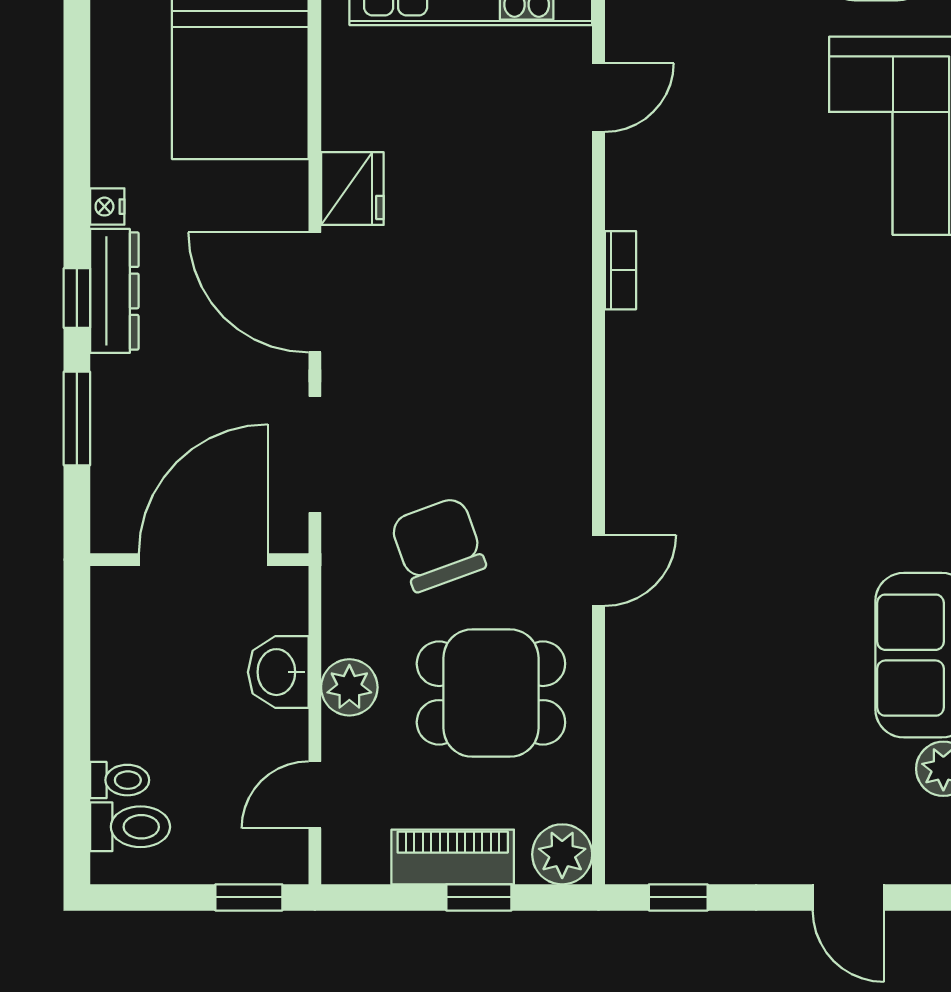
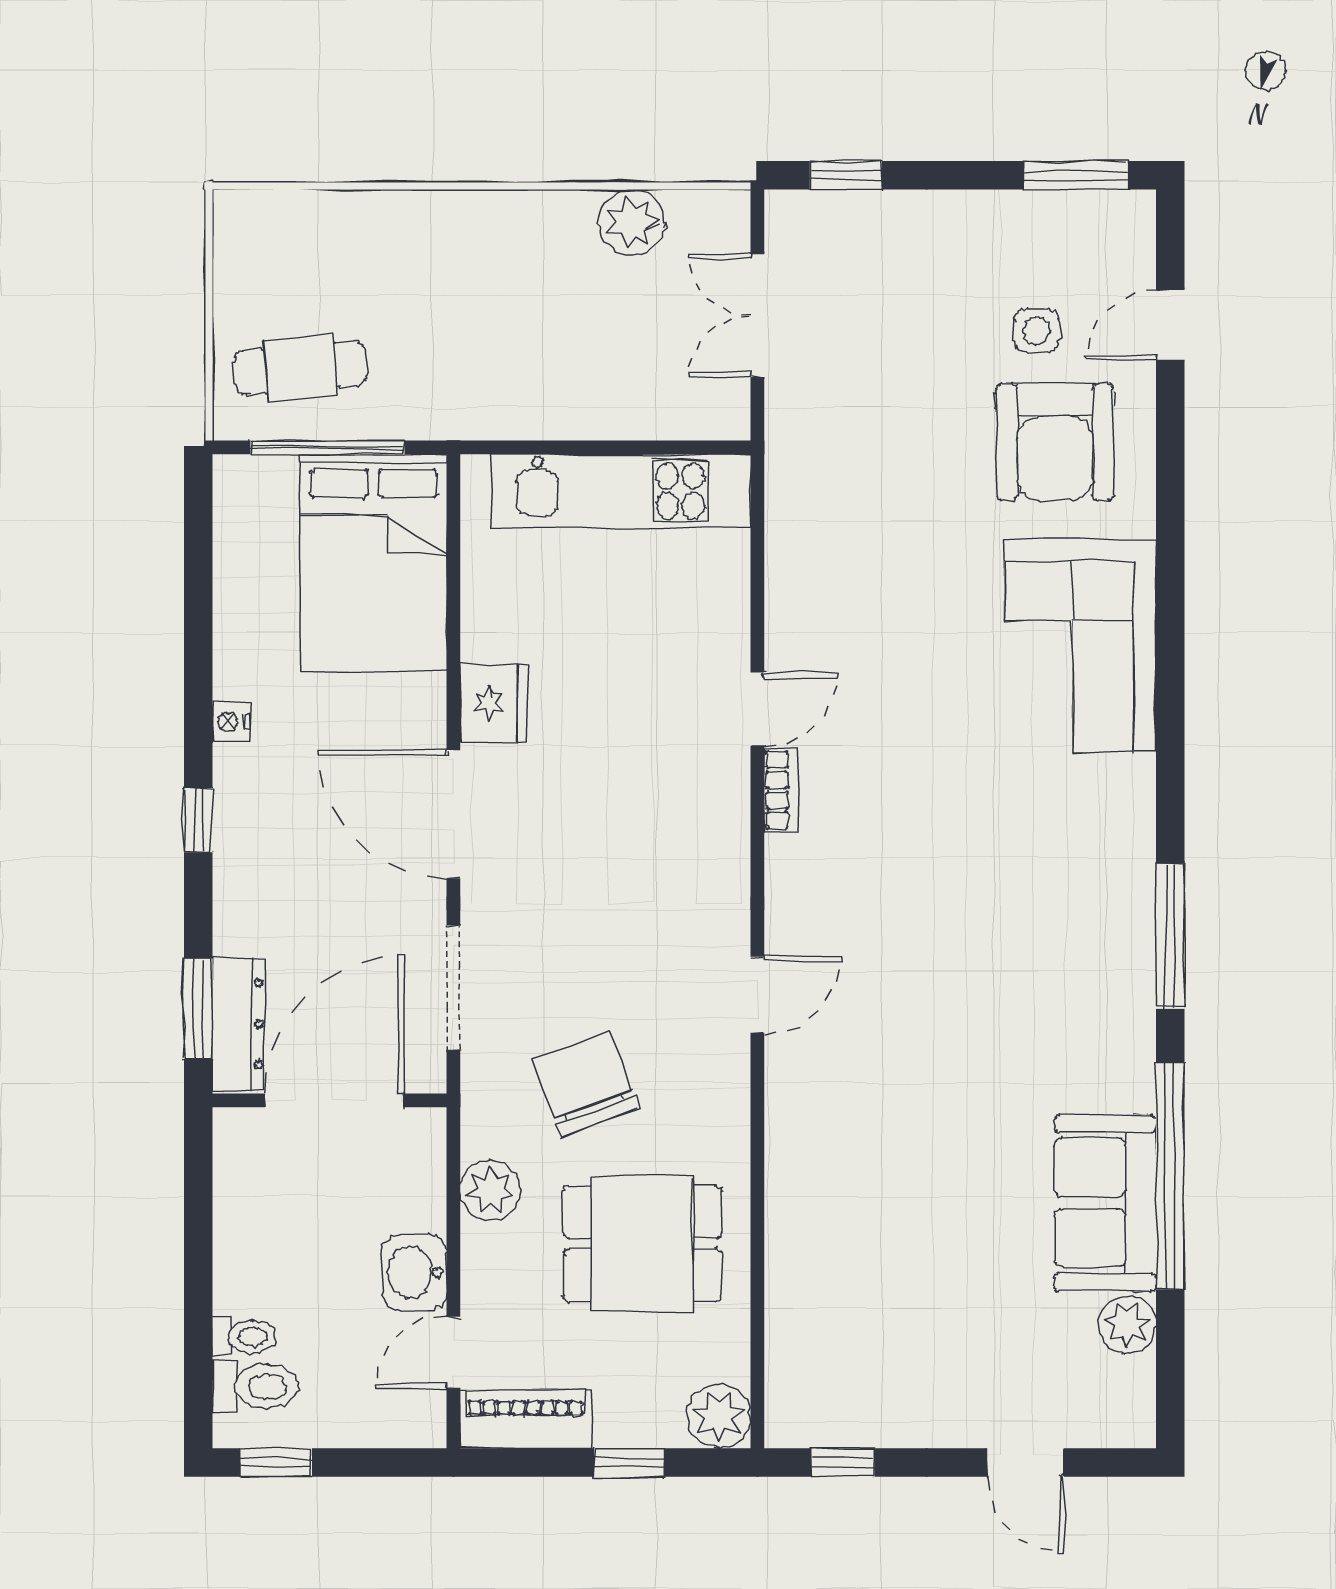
door: (599, 97) -> (757, 709), moved
dresser: (114, 291) -> (238, 1024), moved
window: (77, 419) -> (198, 1009), moved
door: (599, 570) -> (757, 995), moved
washbasin: (278, 672) -> (414, 1272), moved
plant: (349, 687) -> (490, 1190), moved
piano: (453, 857) -> (526, 1419), moved
window: (249, 897) -> (276, 1463), moved

